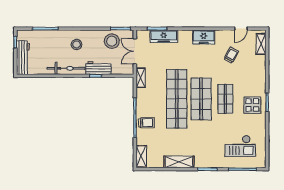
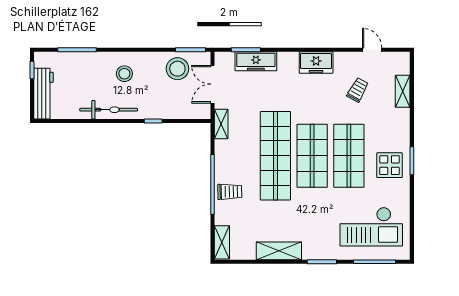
door: (241, 29) -> (372, 50), swing flipped
shelving: (261, 44) -> (403, 91), moved
workbench: (99, 68) -> (158, 109), removed
shop shelf: (225, 99) -> (349, 156), width x1.43, depth x1.36
checkout: (240, 146) -> (371, 227), width x1.36, depth x1.21

